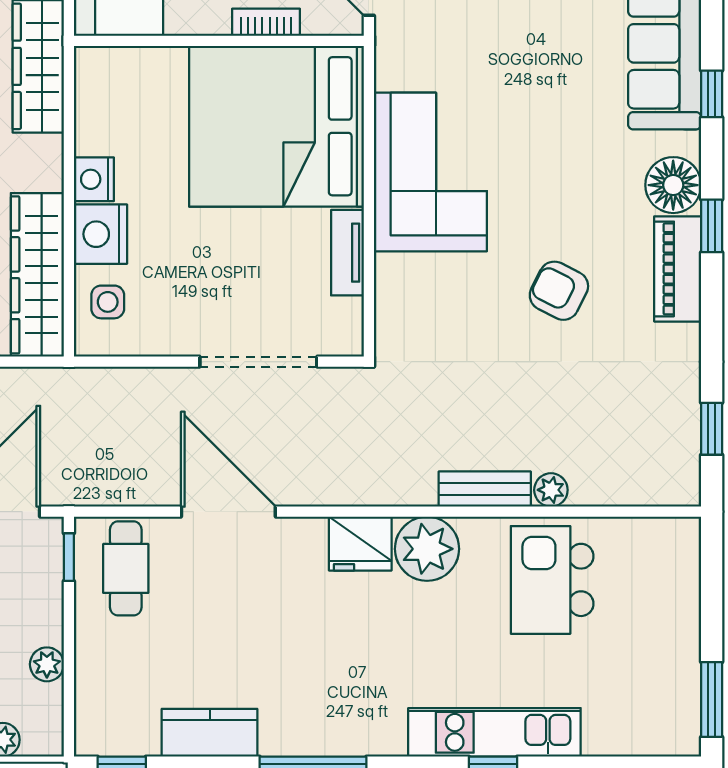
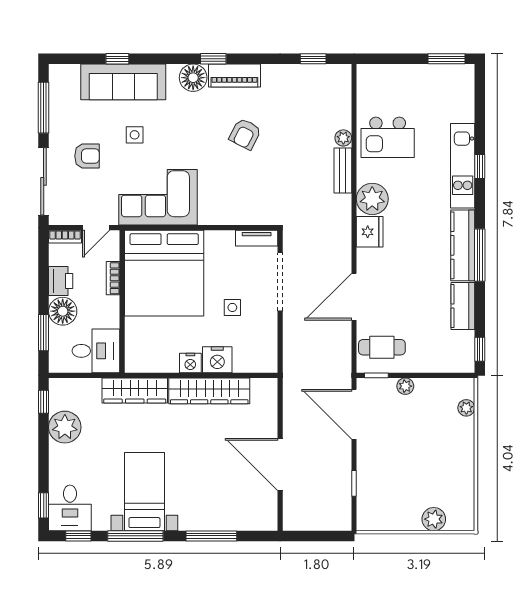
side table: (557, 66) -> (135, 135), added
window: (712, 94) -> (117, 59), moved
corner sofa: (430, 172) -> (158, 197), moved
tv unit: (347, 253) -> (257, 238), moved
wardrobe: (37, 275) -> (209, 391), moved
side table: (108, 302) -> (232, 307), moved
plant: (47, 664) -> (405, 386), moved
kitchen counter: (333, 733) -> (463, 245), added

